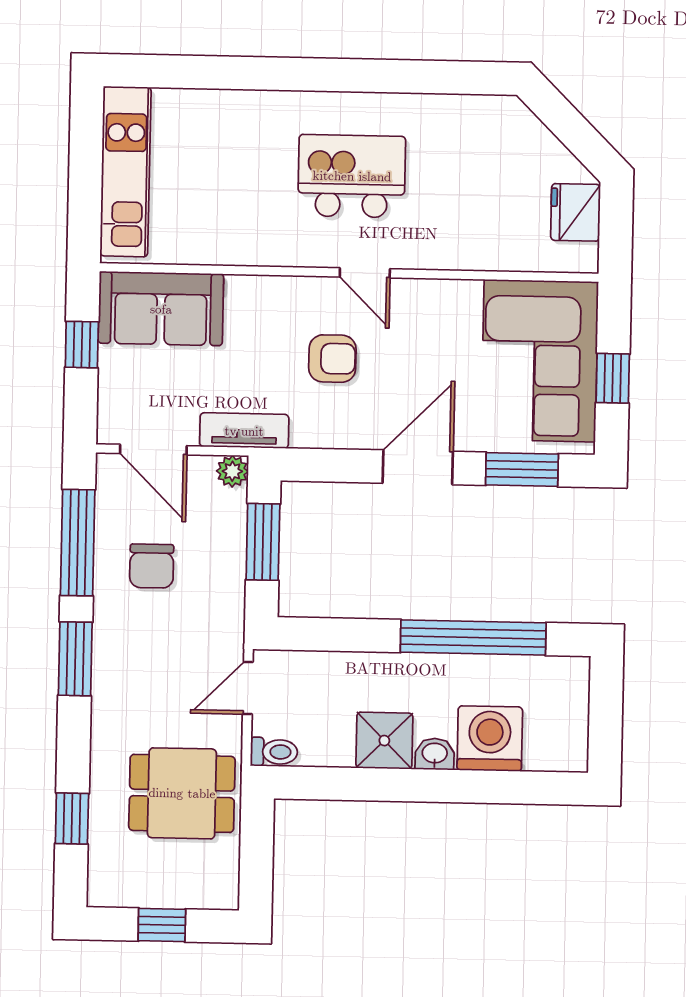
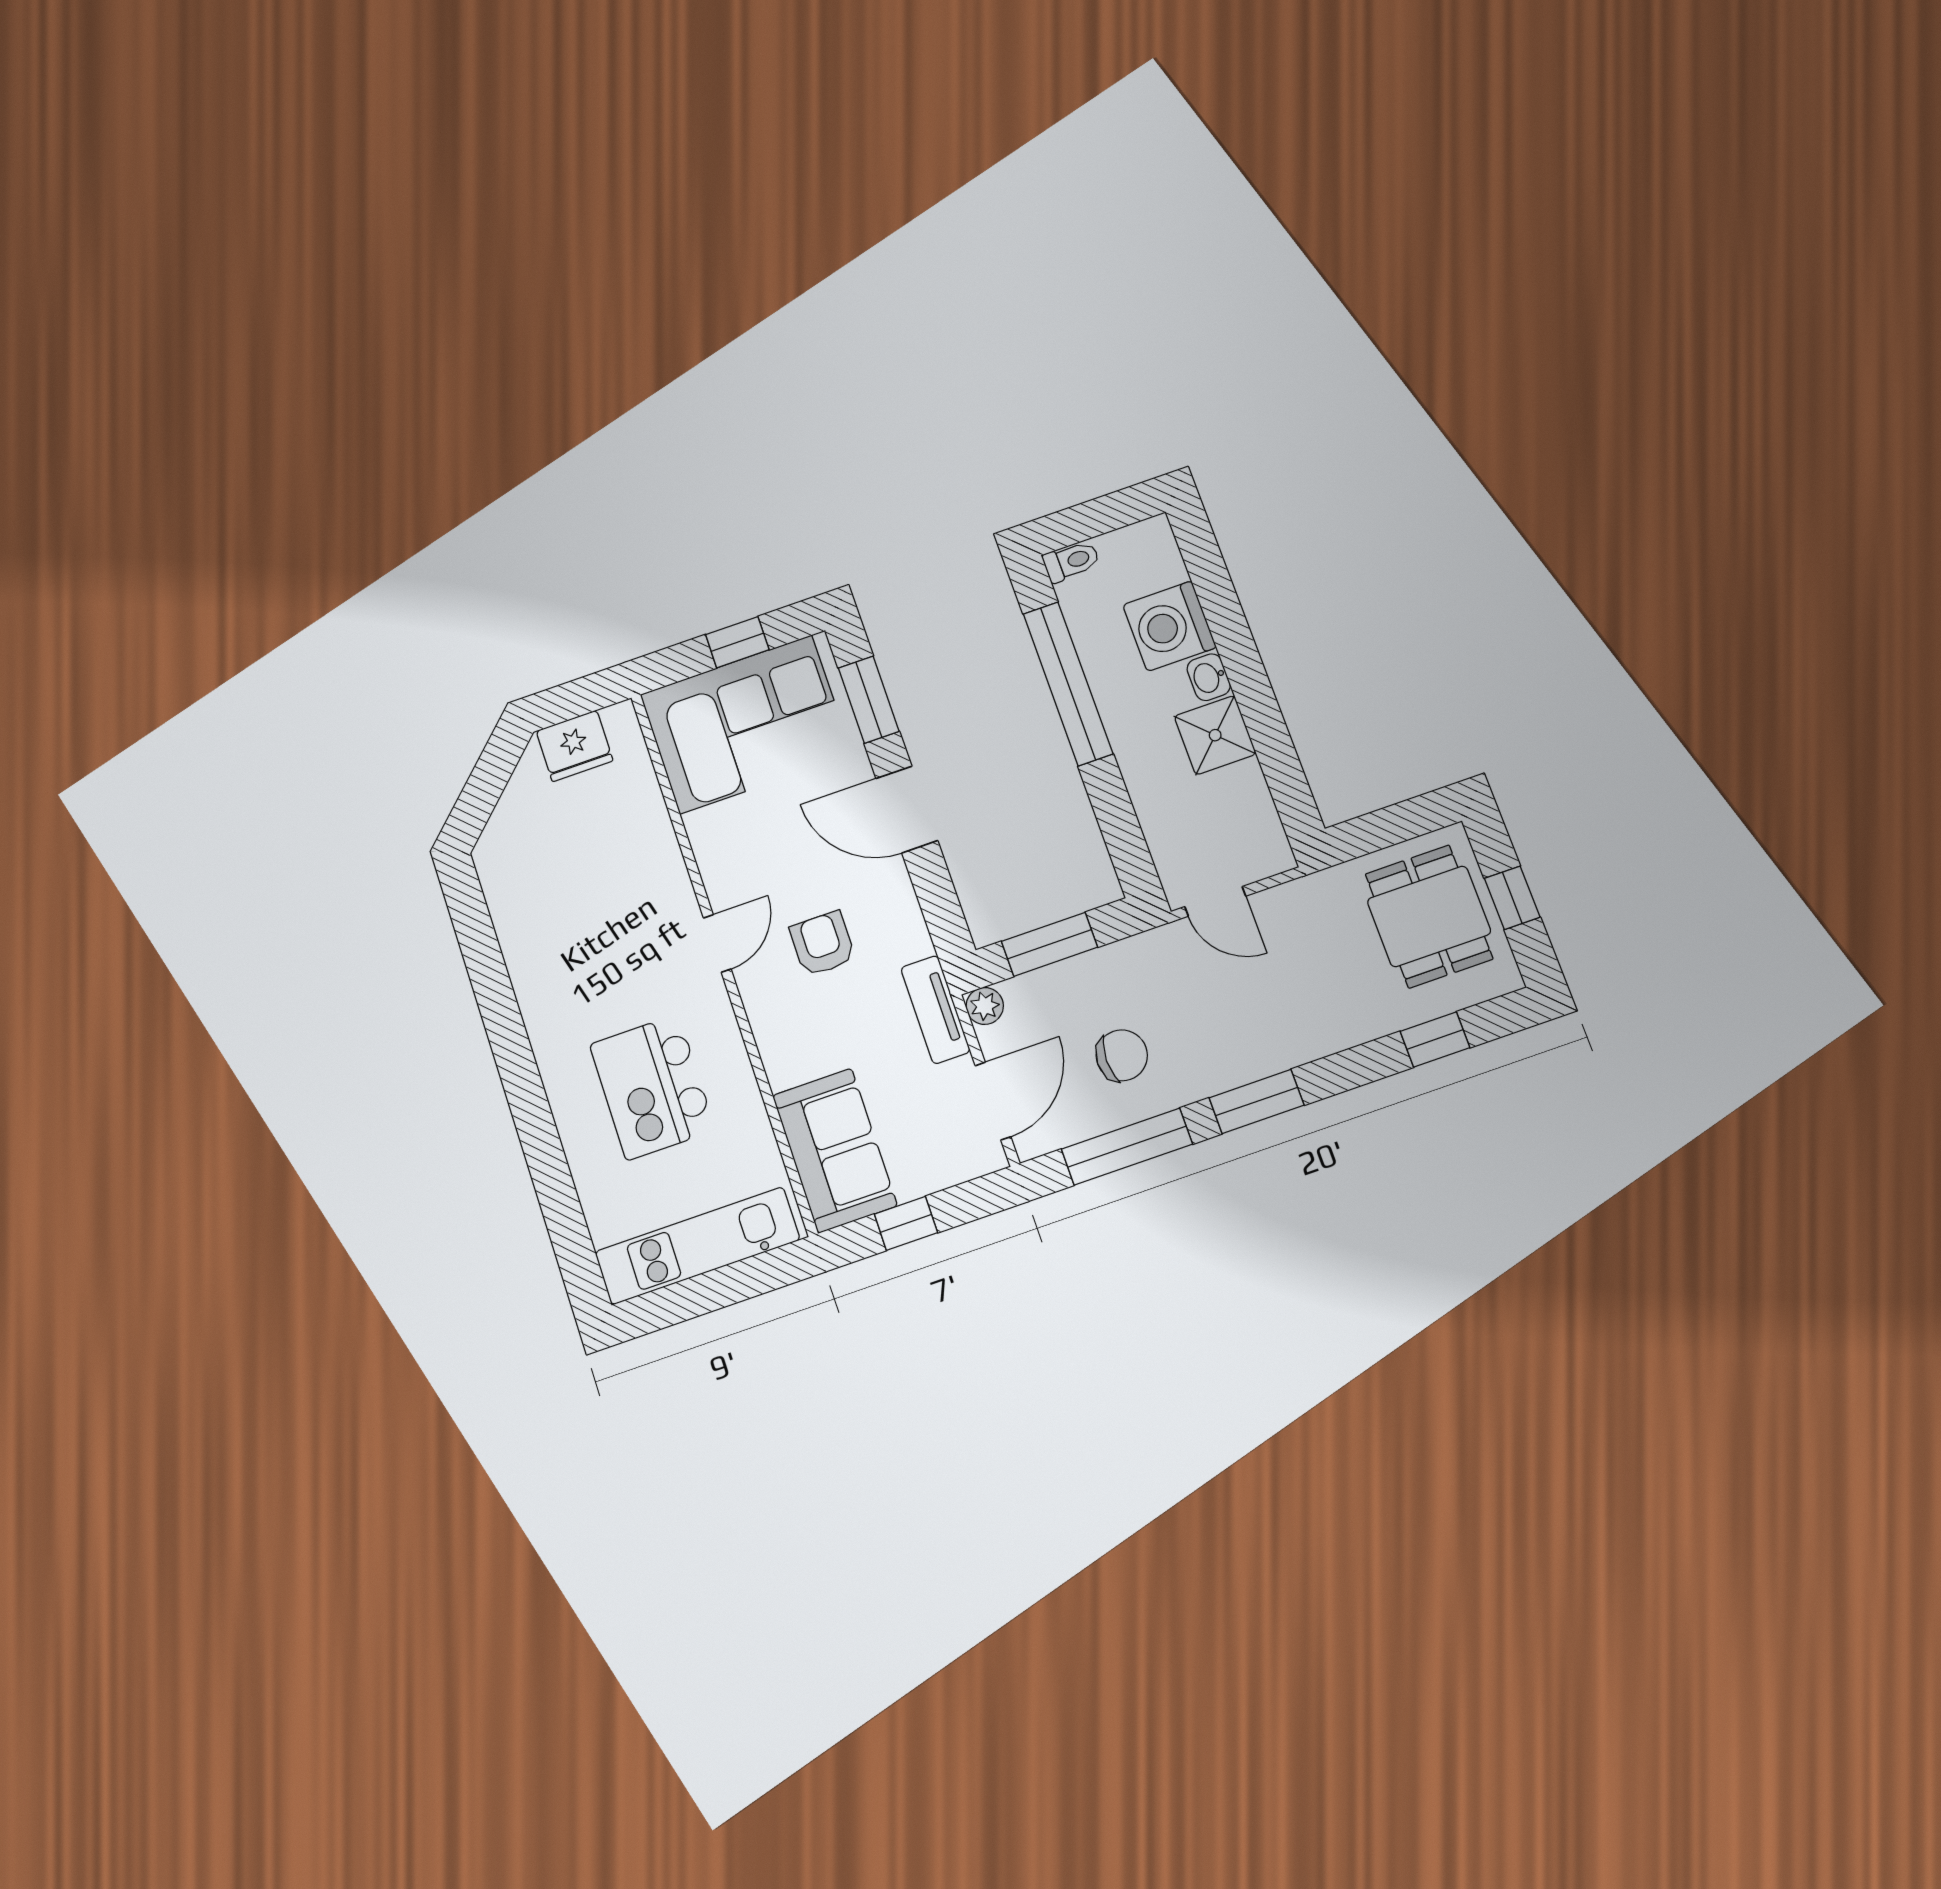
kitchen island: (352, 176) -> (652, 1087), moved
toilet: (274, 752) -> (1071, 561), moved, turned 90
dining table: (182, 793) -> (1429, 916), moved

